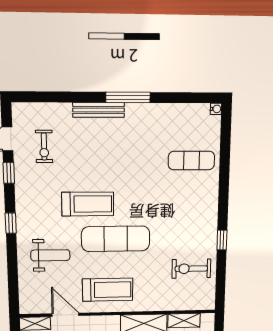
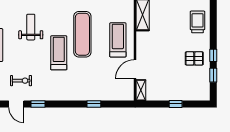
window: (11, 223) -> (94, 104), moved
weight bench: (50, 255) -> (31, 27), moved

